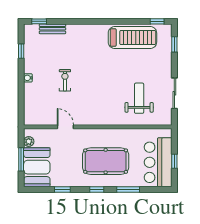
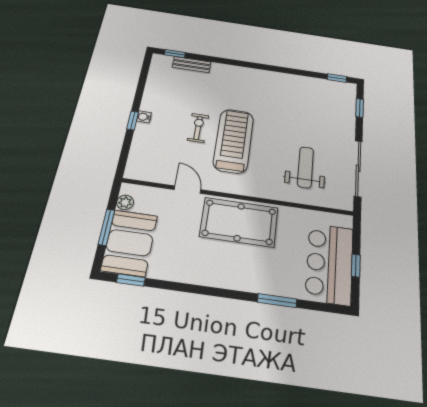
treadmill: (132, 38) -> (234, 141), moved, turned -90
window: (21, 51) -> (133, 121), moved
sliding door: (174, 93) -> (358, 168), width x1.37
pool table: (106, 161) -> (239, 222), moved
window: (62, 189) -> (131, 280), moved
window: (97, 189) -> (224, 293), removed

